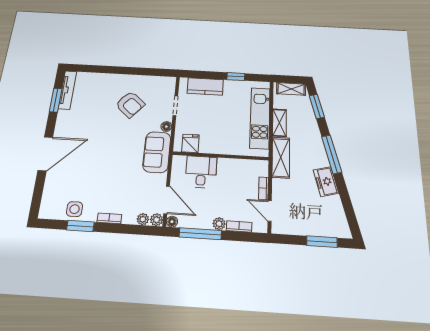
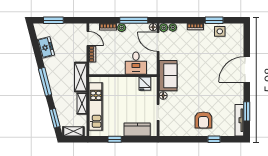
window: (105, 69) -> (214, 139), added
armchair: (130, 104) -> (203, 120), moved, turned -131
freezer: (326, 182) -> (46, 47), moved

